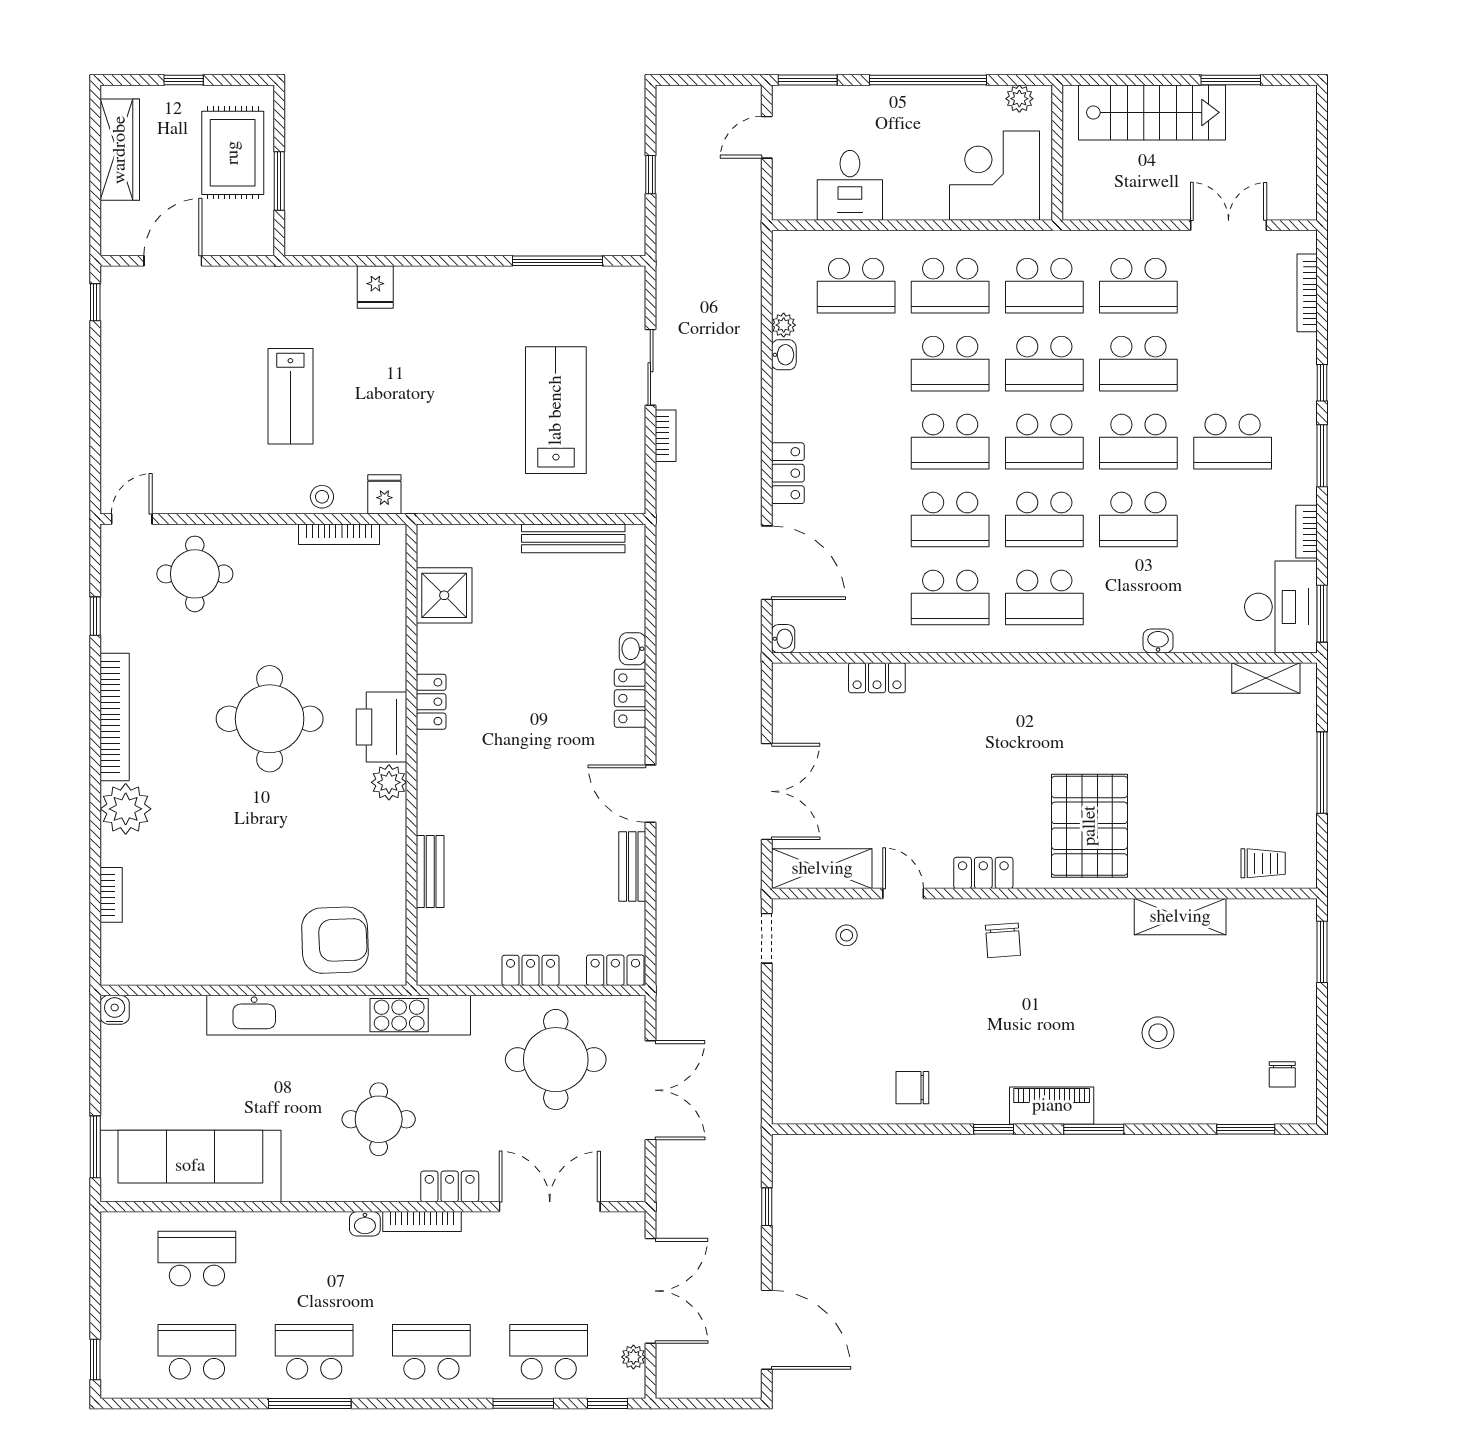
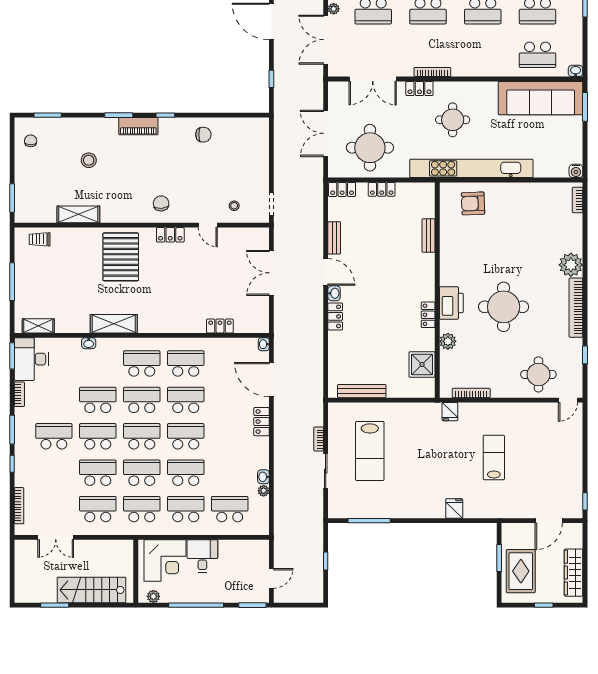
desk: (850, 185) -> (202, 556), moved
stool: (322, 497) -> (479, 411), removed
washbasin: (633, 649) -> (334, 293), moved
plant: (389, 782) -> (448, 341), moved
shelving: (822, 869) -> (114, 324), moved
bookcase: (111, 895) -> (578, 200), moved
armchair: (335, 940) -> (473, 203), width x0.73, depth x0.73
washbasin: (365, 1224) -> (576, 71), moved

